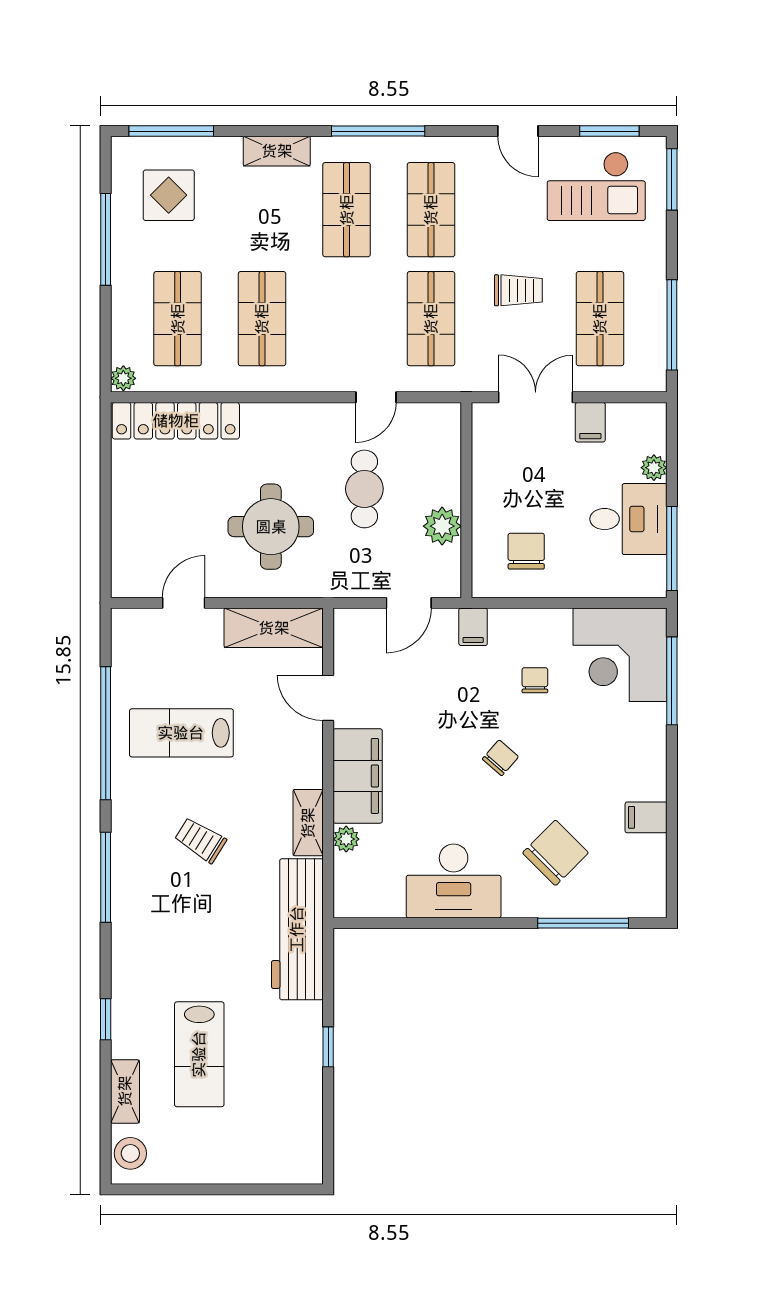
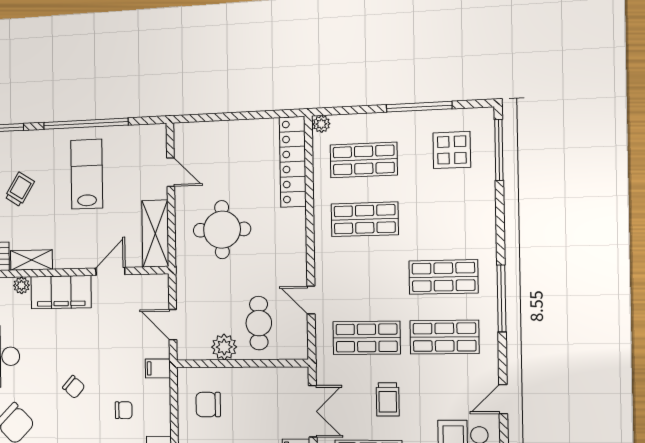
shelving: (277, 151) -> (485, 226), removed
cafe table: (364, 489) -> (259, 323), moved, turned 90
chair: (526, 551) -> (208, 405), turned 180

